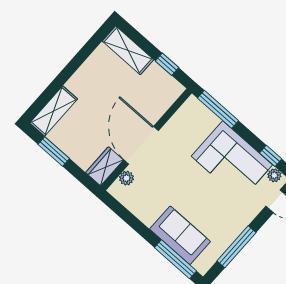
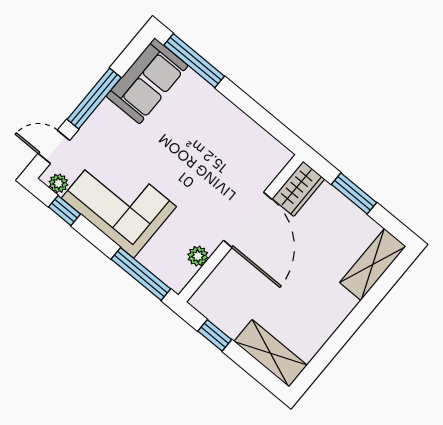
window: (54, 151) -> (354, 193), moved
plant: (126, 178) -> (198, 256), moved
sofa: (180, 235) -> (147, 81), moved, turned -90
window: (237, 247) -> (94, 98), moved

